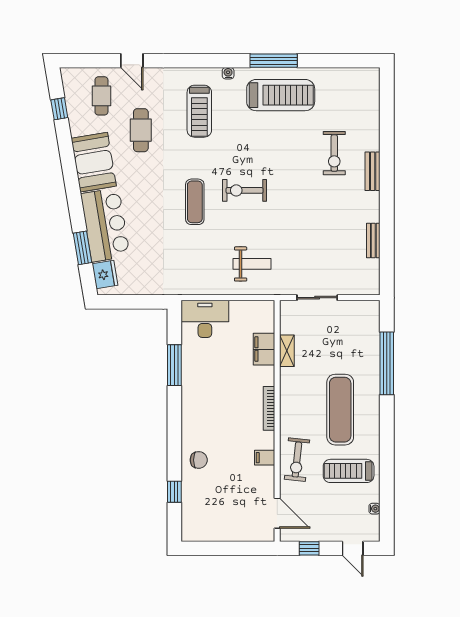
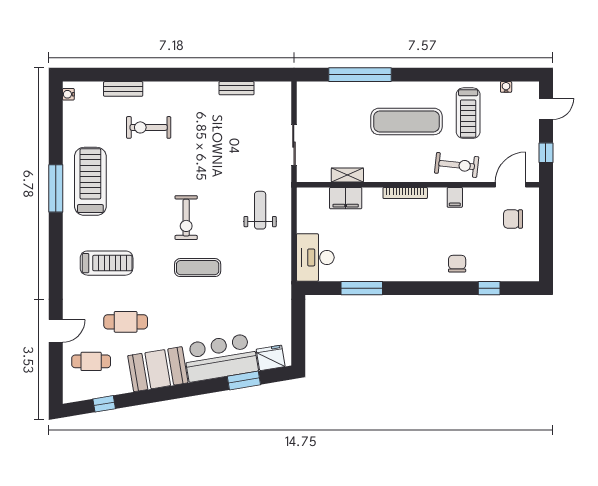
water cooler: (228, 73) -> (68, 94), moved
exercise bike: (334, 153) -> (149, 127), turned 180
bench: (373, 171) -> (123, 89), moved
chair: (243, 516) -> (513, 219), added

